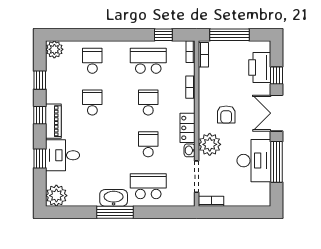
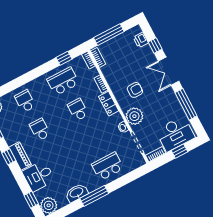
printer: (260, 68) -> (141, 40), width x0.53, depth x0.68
armchair: (226, 114) -> (135, 90), turned -90
locker: (187, 128) -> (109, 104), moved
school desk: (148, 144) -> (93, 138), removed
window: (40, 158) -> (31, 200), moved
desk: (254, 161) -> (175, 134), moved, turned 90
washbasin: (114, 198) -> (77, 193), moved
window: (241, 212) -> (180, 151), added

